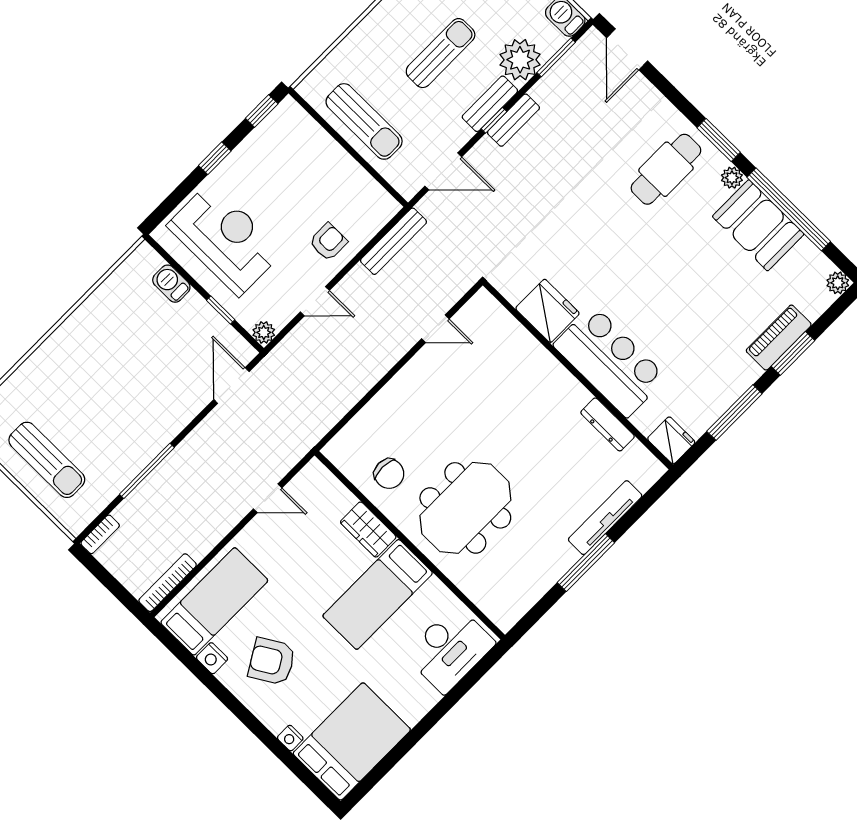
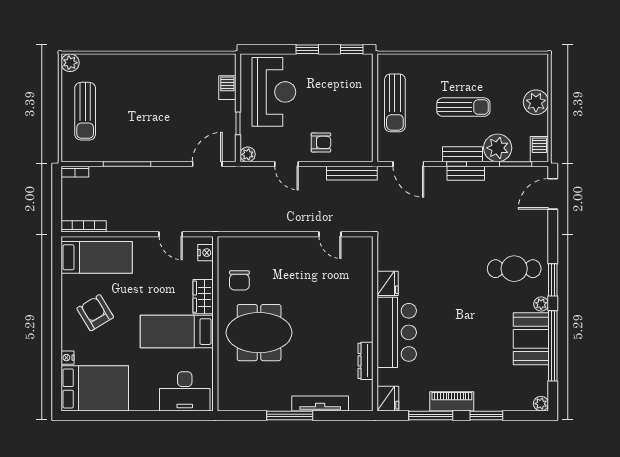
fridge: (548, 311) -> (388, 283), width x0.73, depth x0.75
piano: (779, 338) -> (452, 401), moved
nightstand: (212, 658) -> (206, 253), moved, turned 180

